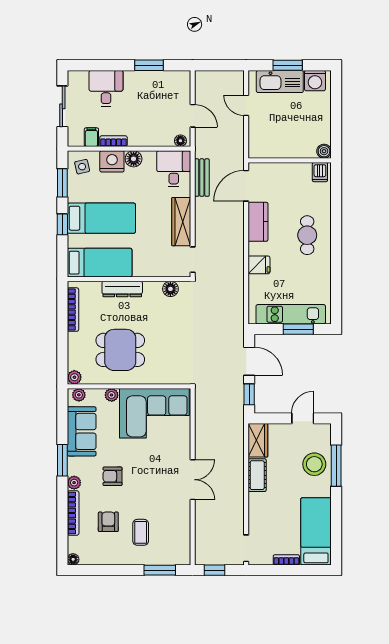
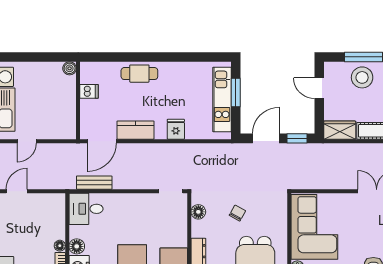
door: (193, 116) -> (17, 191), moved
floor lamp: (180, 141) -> (60, 246), moved
dishwasher: (320, 172) -> (89, 91), moved
door: (246, 186) -> (102, 141), hinge flipped
wardrobe: (181, 222) -> (135, 202), removed
cafe table: (307, 235) -> (139, 74), moved
chair: (169, 331) -> (237, 213), added

